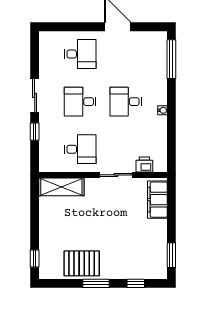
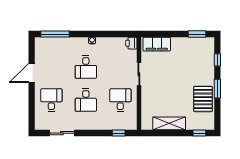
sliding door: (35, 95) -> (62, 133), moved
window: (35, 132) -> (119, 133), moved
printer: (144, 165) -> (131, 43), moved
shelving: (61, 187) -> (169, 123), moved, turned 90

